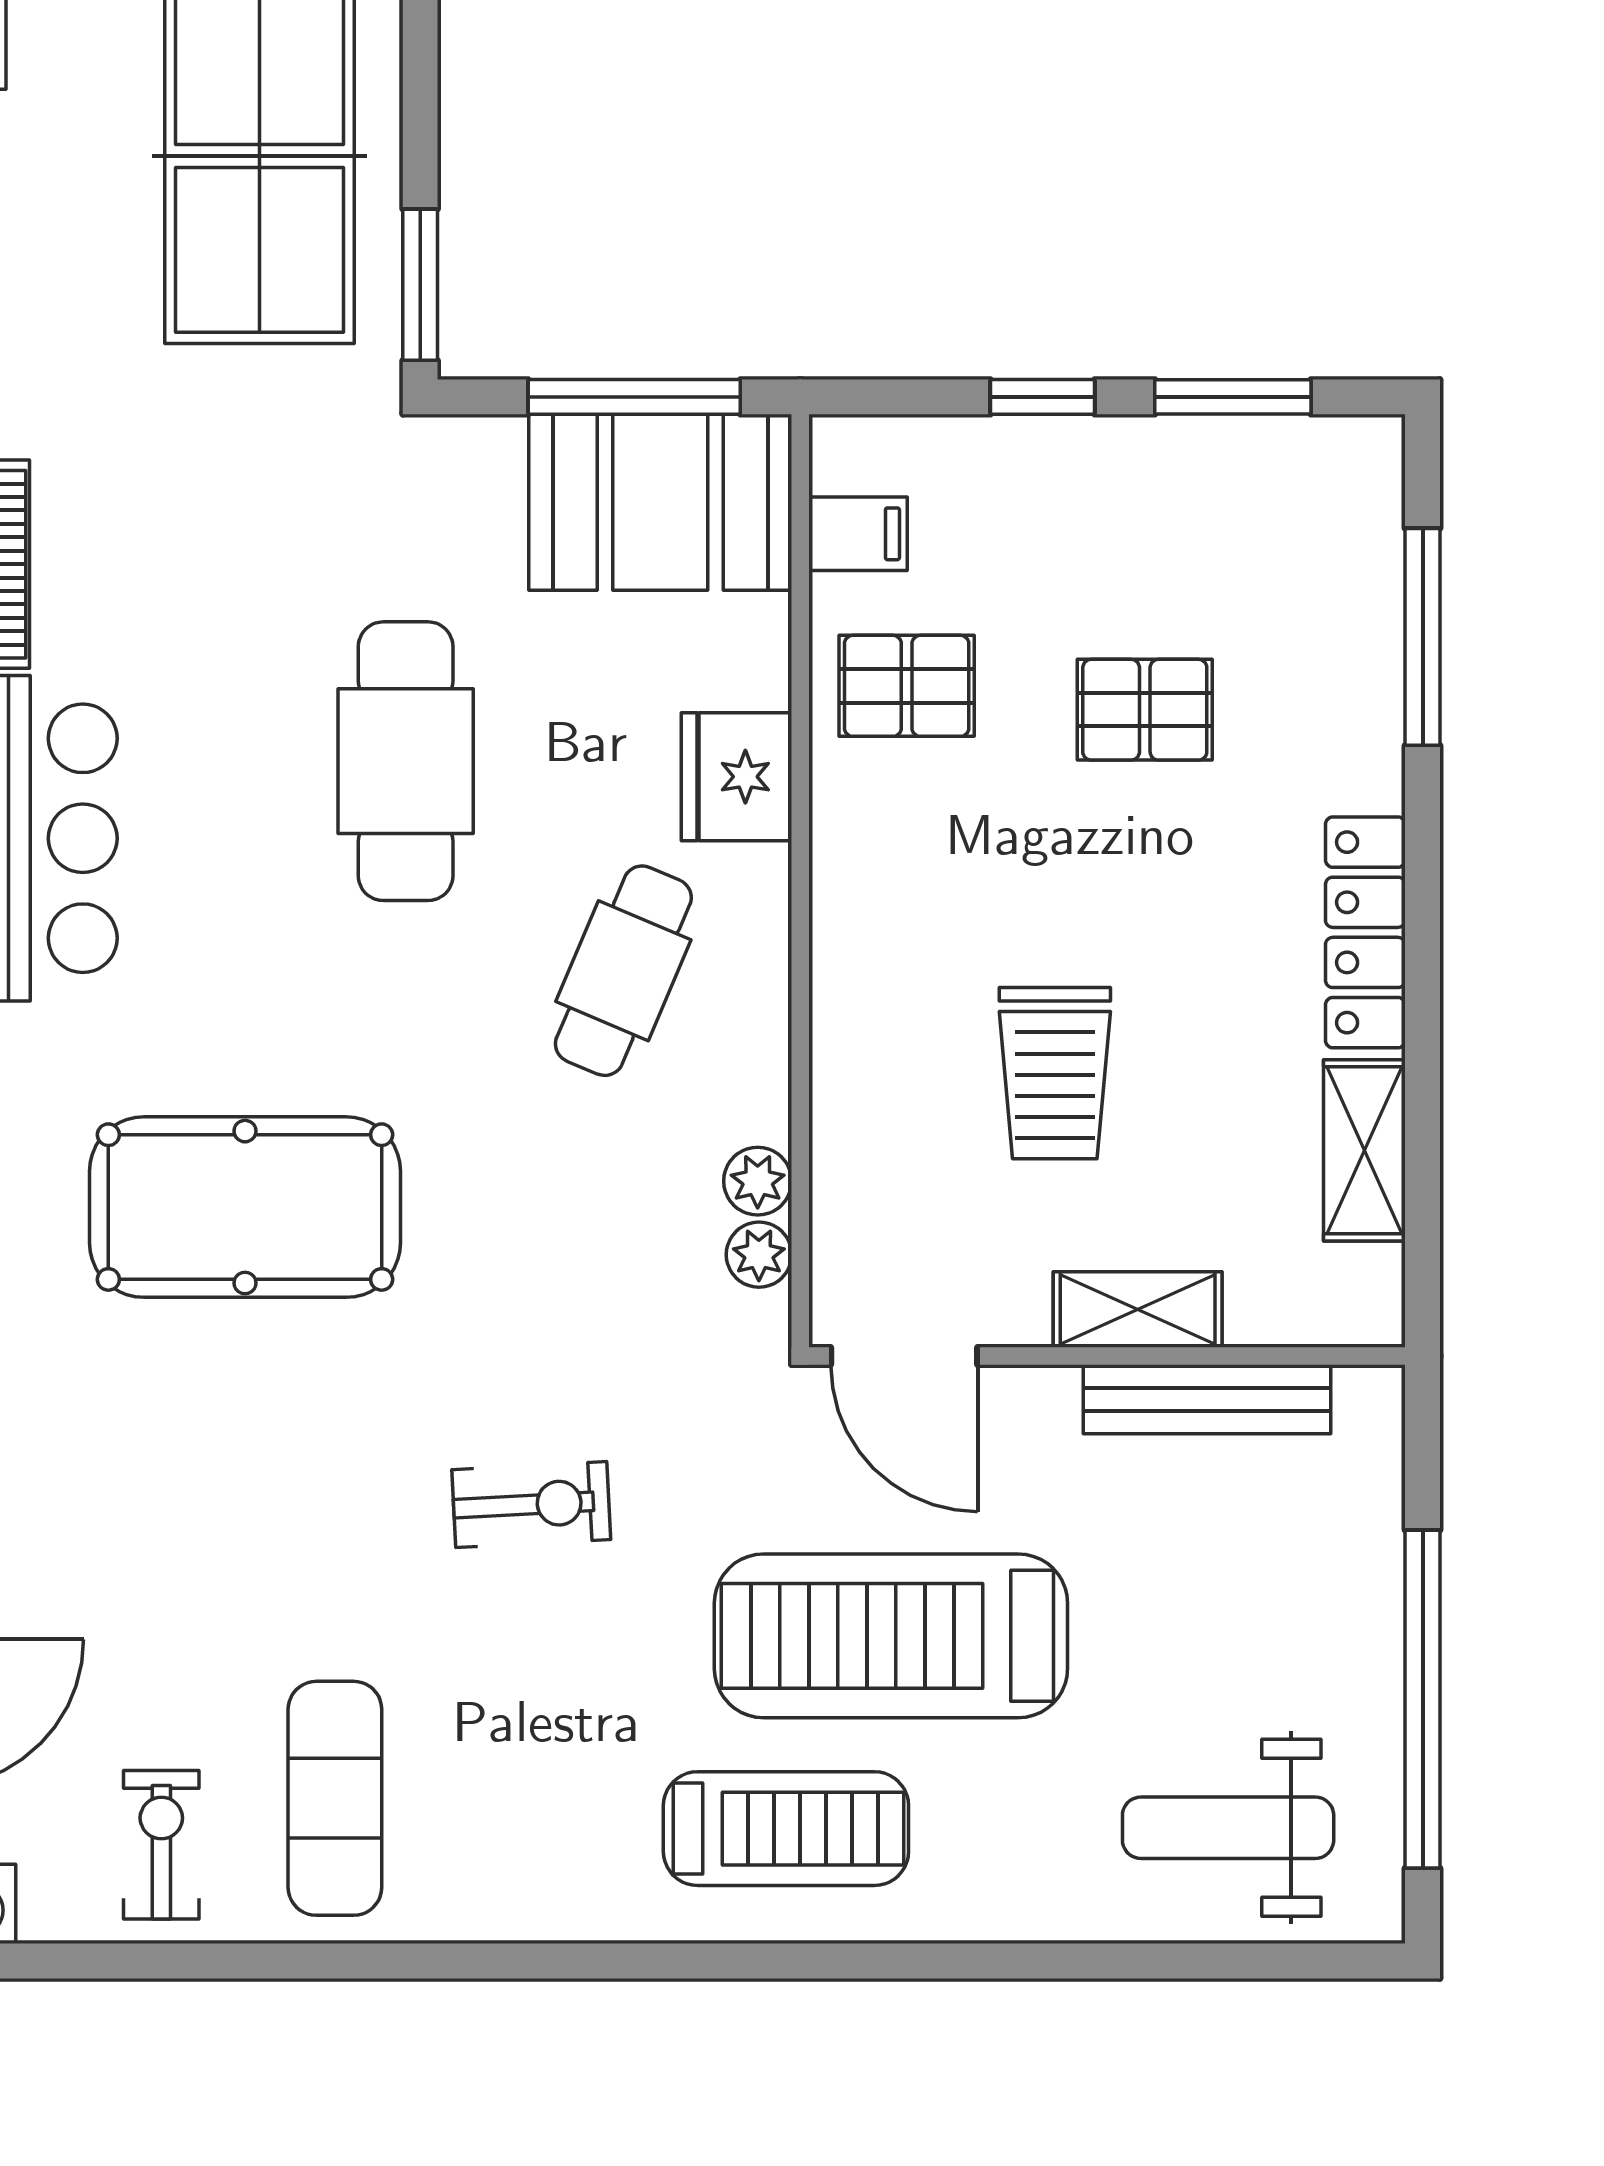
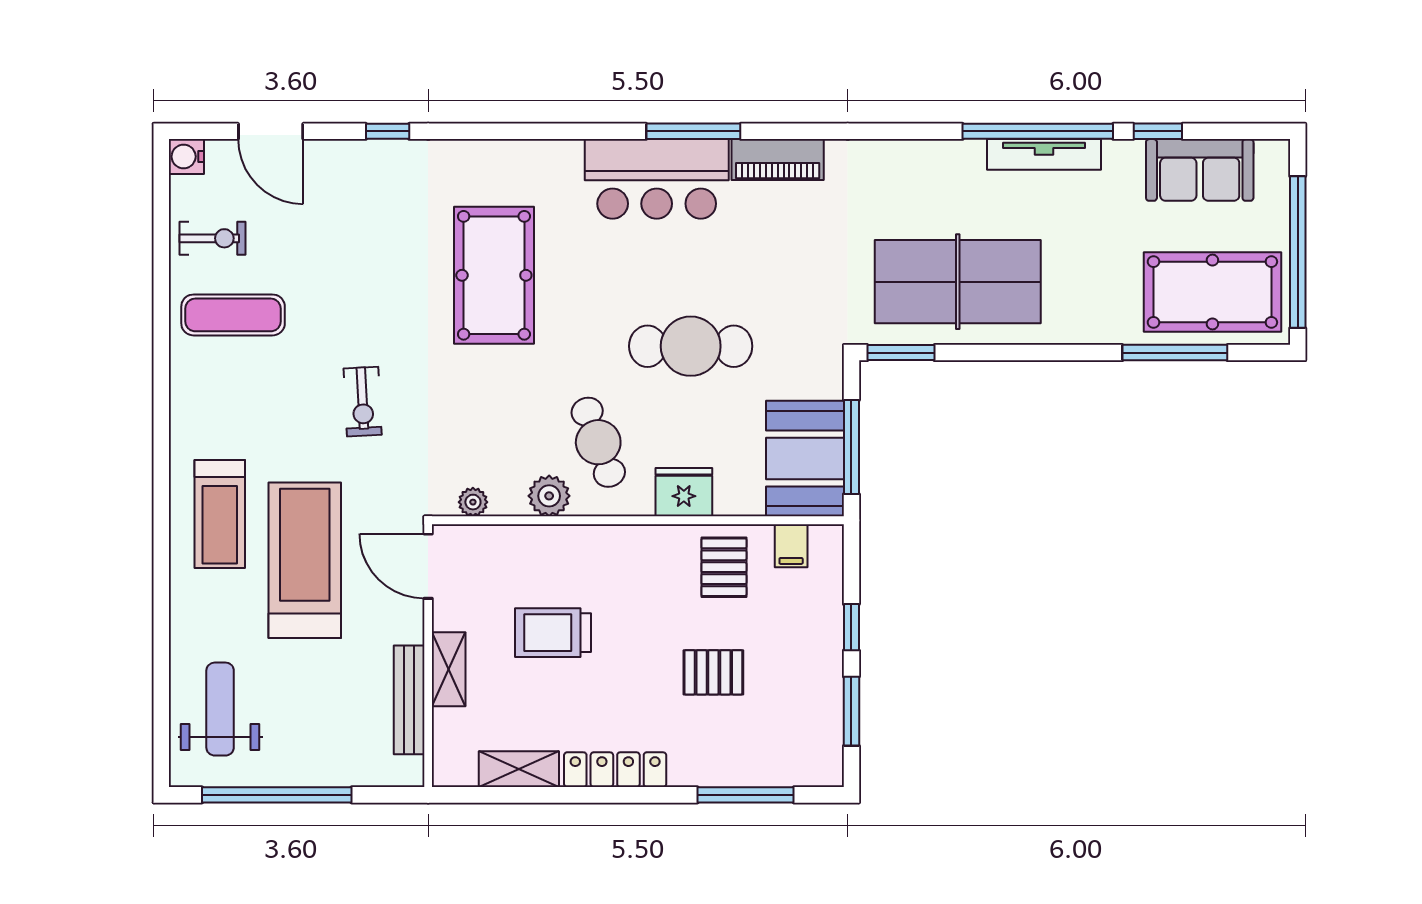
pallet: (1145, 710) -> (713, 672), turned 90
cafe table: (623, 971) -> (598, 442), turned 47
plant: (758, 1181) -> (549, 496), moved, width x1.38, depth x1.38
door: (904, 1356) -> (428, 566), hinge flipped

